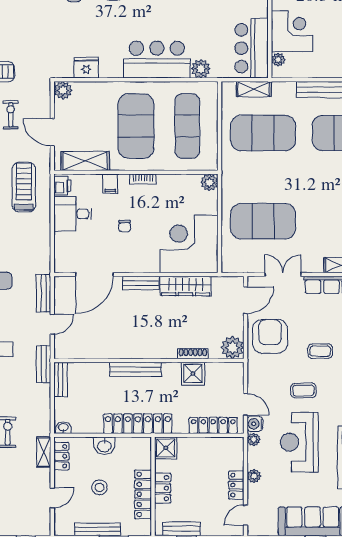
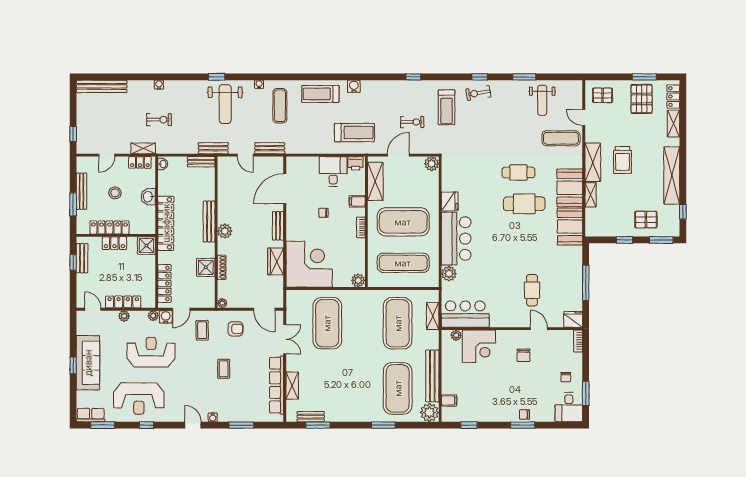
fridge: (86, 68) -> (450, 201), moved
door: (94, 275) -> (285, 189), hinge flipped
wardrobe: (186, 286) -> (276, 261), width x0.67
armchair: (270, 336) -> (235, 329), width x0.53, depth x0.53
plant: (232, 348) -> (222, 303), width x0.53, depth x0.53
plant: (147, 350) -> (225, 231), added
coffee table: (304, 390) -> (202, 330), moved
locker: (236, 485) -> (123, 302), width x1.53
door: (52, 498) -> (107, 155), hinge flipped

